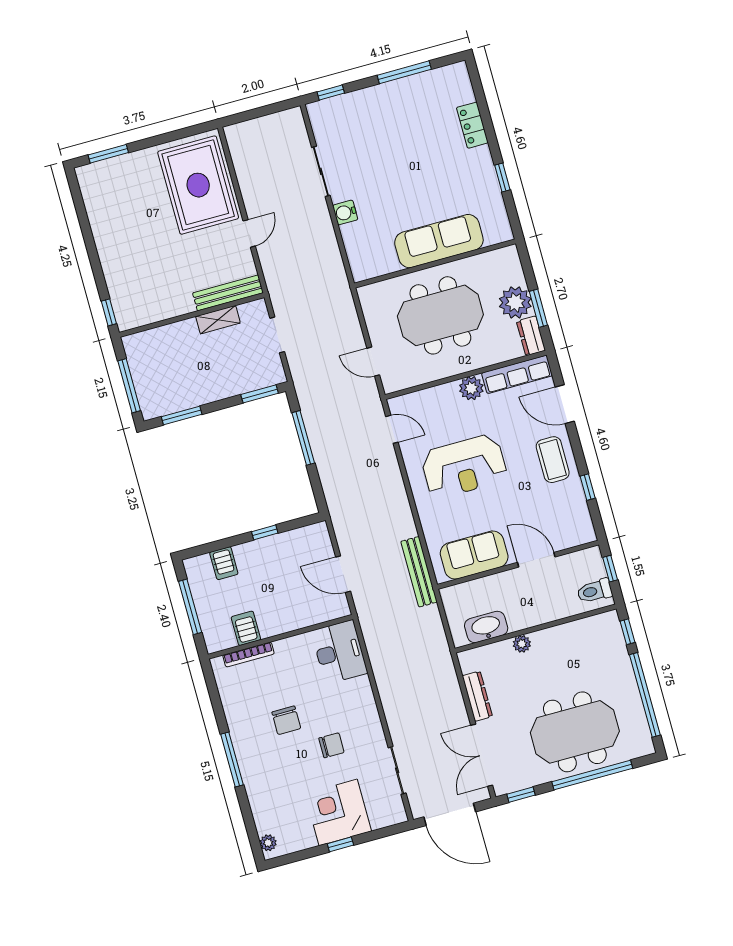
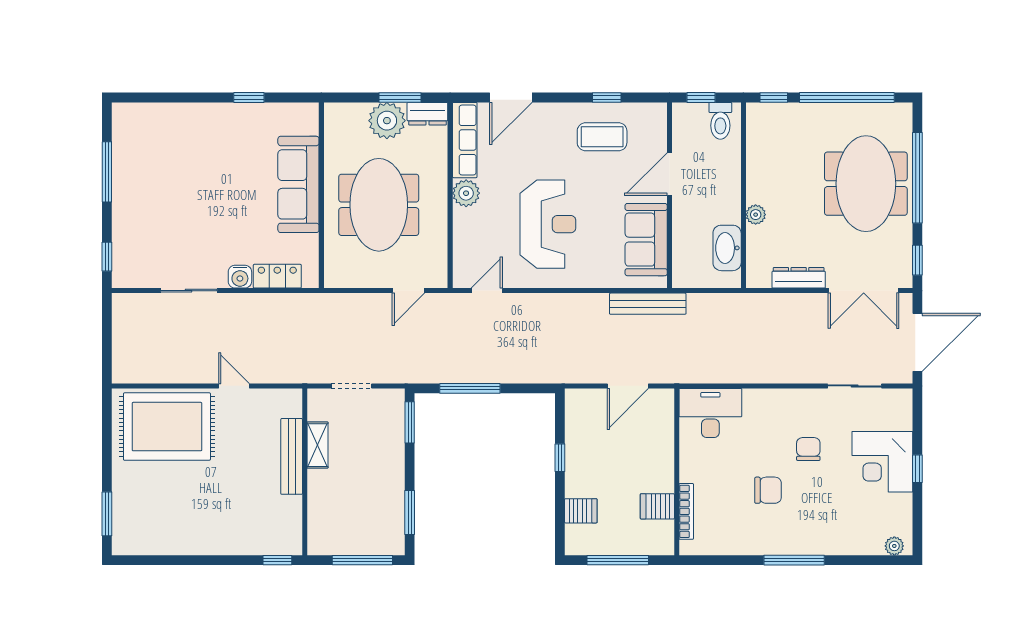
locker: (472, 125) -> (277, 276), moved, turned 180
bench: (228, 293) -> (292, 456), moved
coffee table: (553, 460) -> (602, 137), moved

